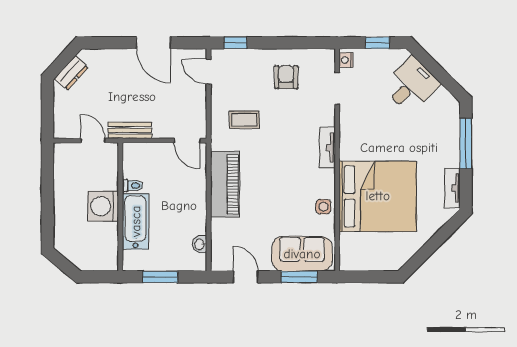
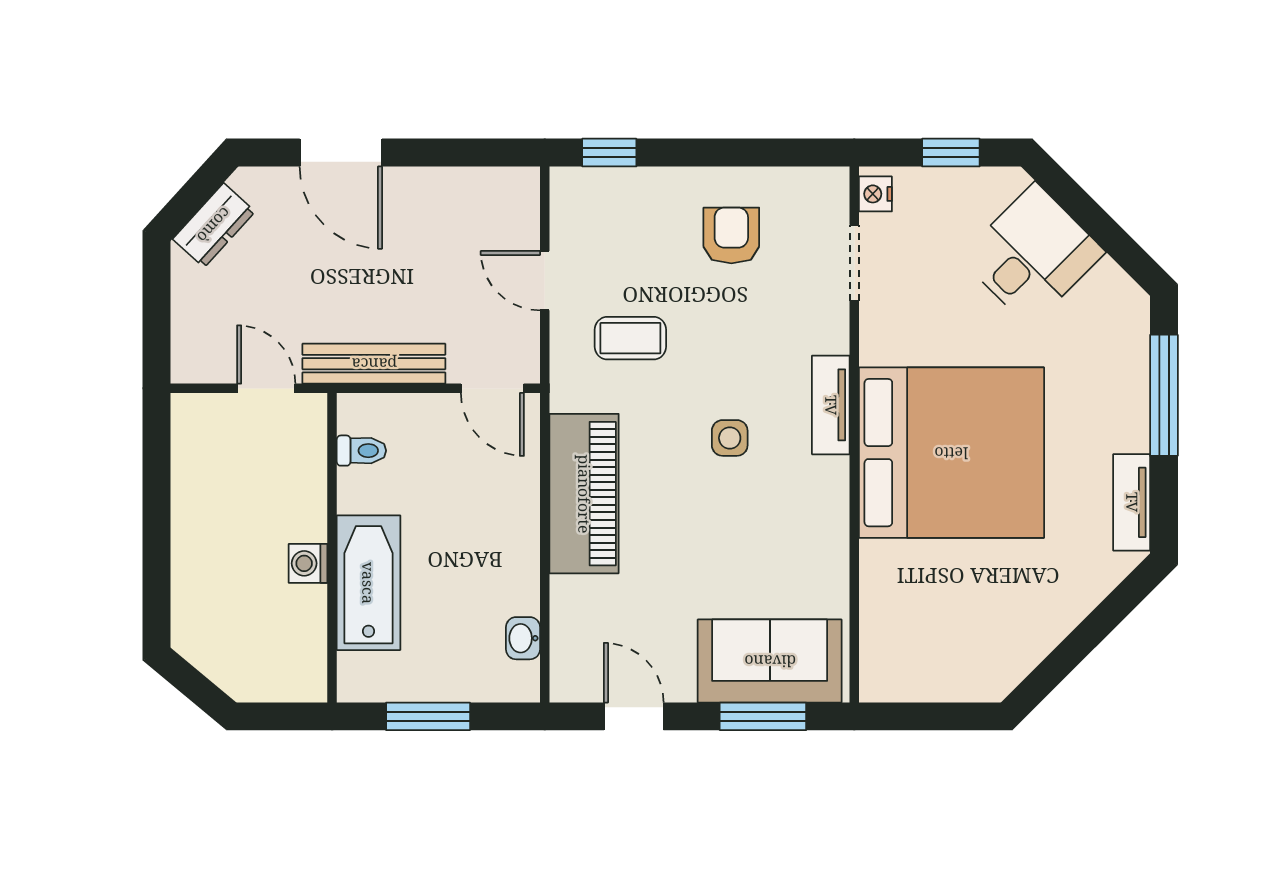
door: (153, 43) -> (341, 153), moved
door: (209, 72) -> (545, 281), moved
bench: (130, 130) -> (374, 364), width x1.36
toilet: (133, 186) -> (361, 451), moved
bed: (378, 196) -> (951, 453), moved
washing machine: (103, 206) -> (308, 563), width x0.53, depth x0.53
side table: (323, 207) -> (730, 438), moved

